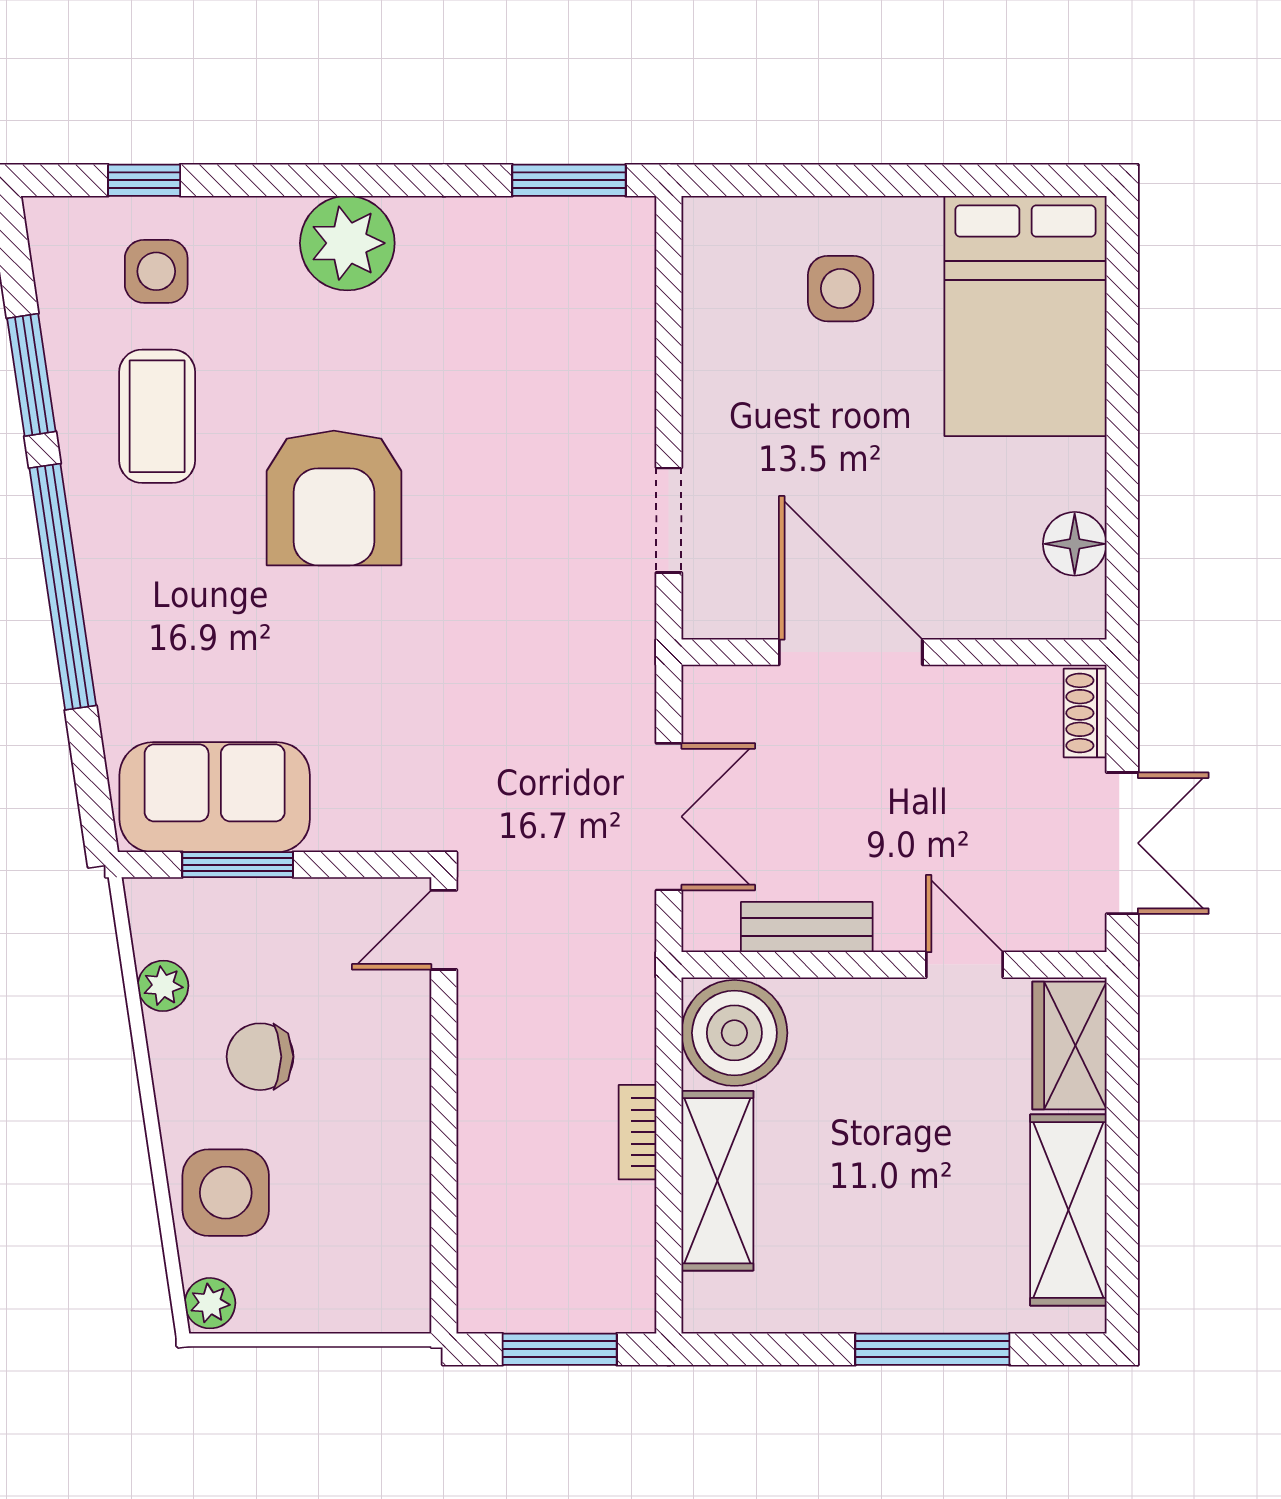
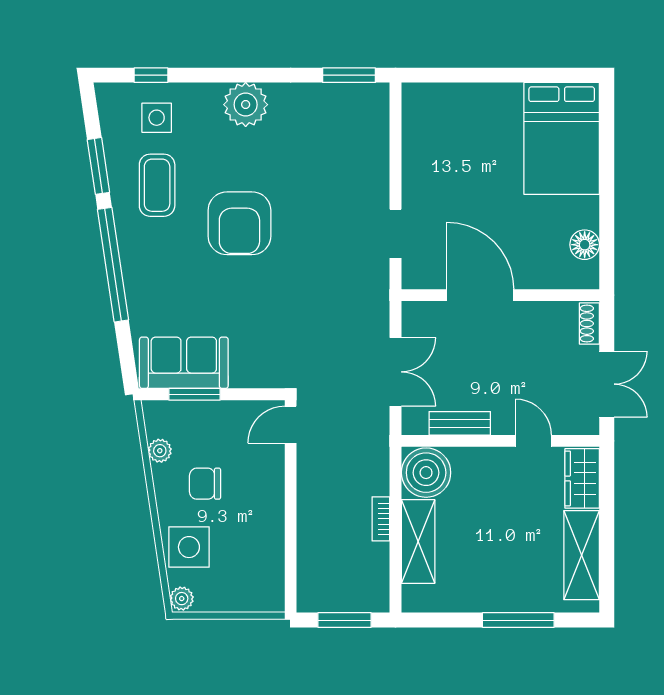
side table: (841, 289) -> (476, 126), removed

